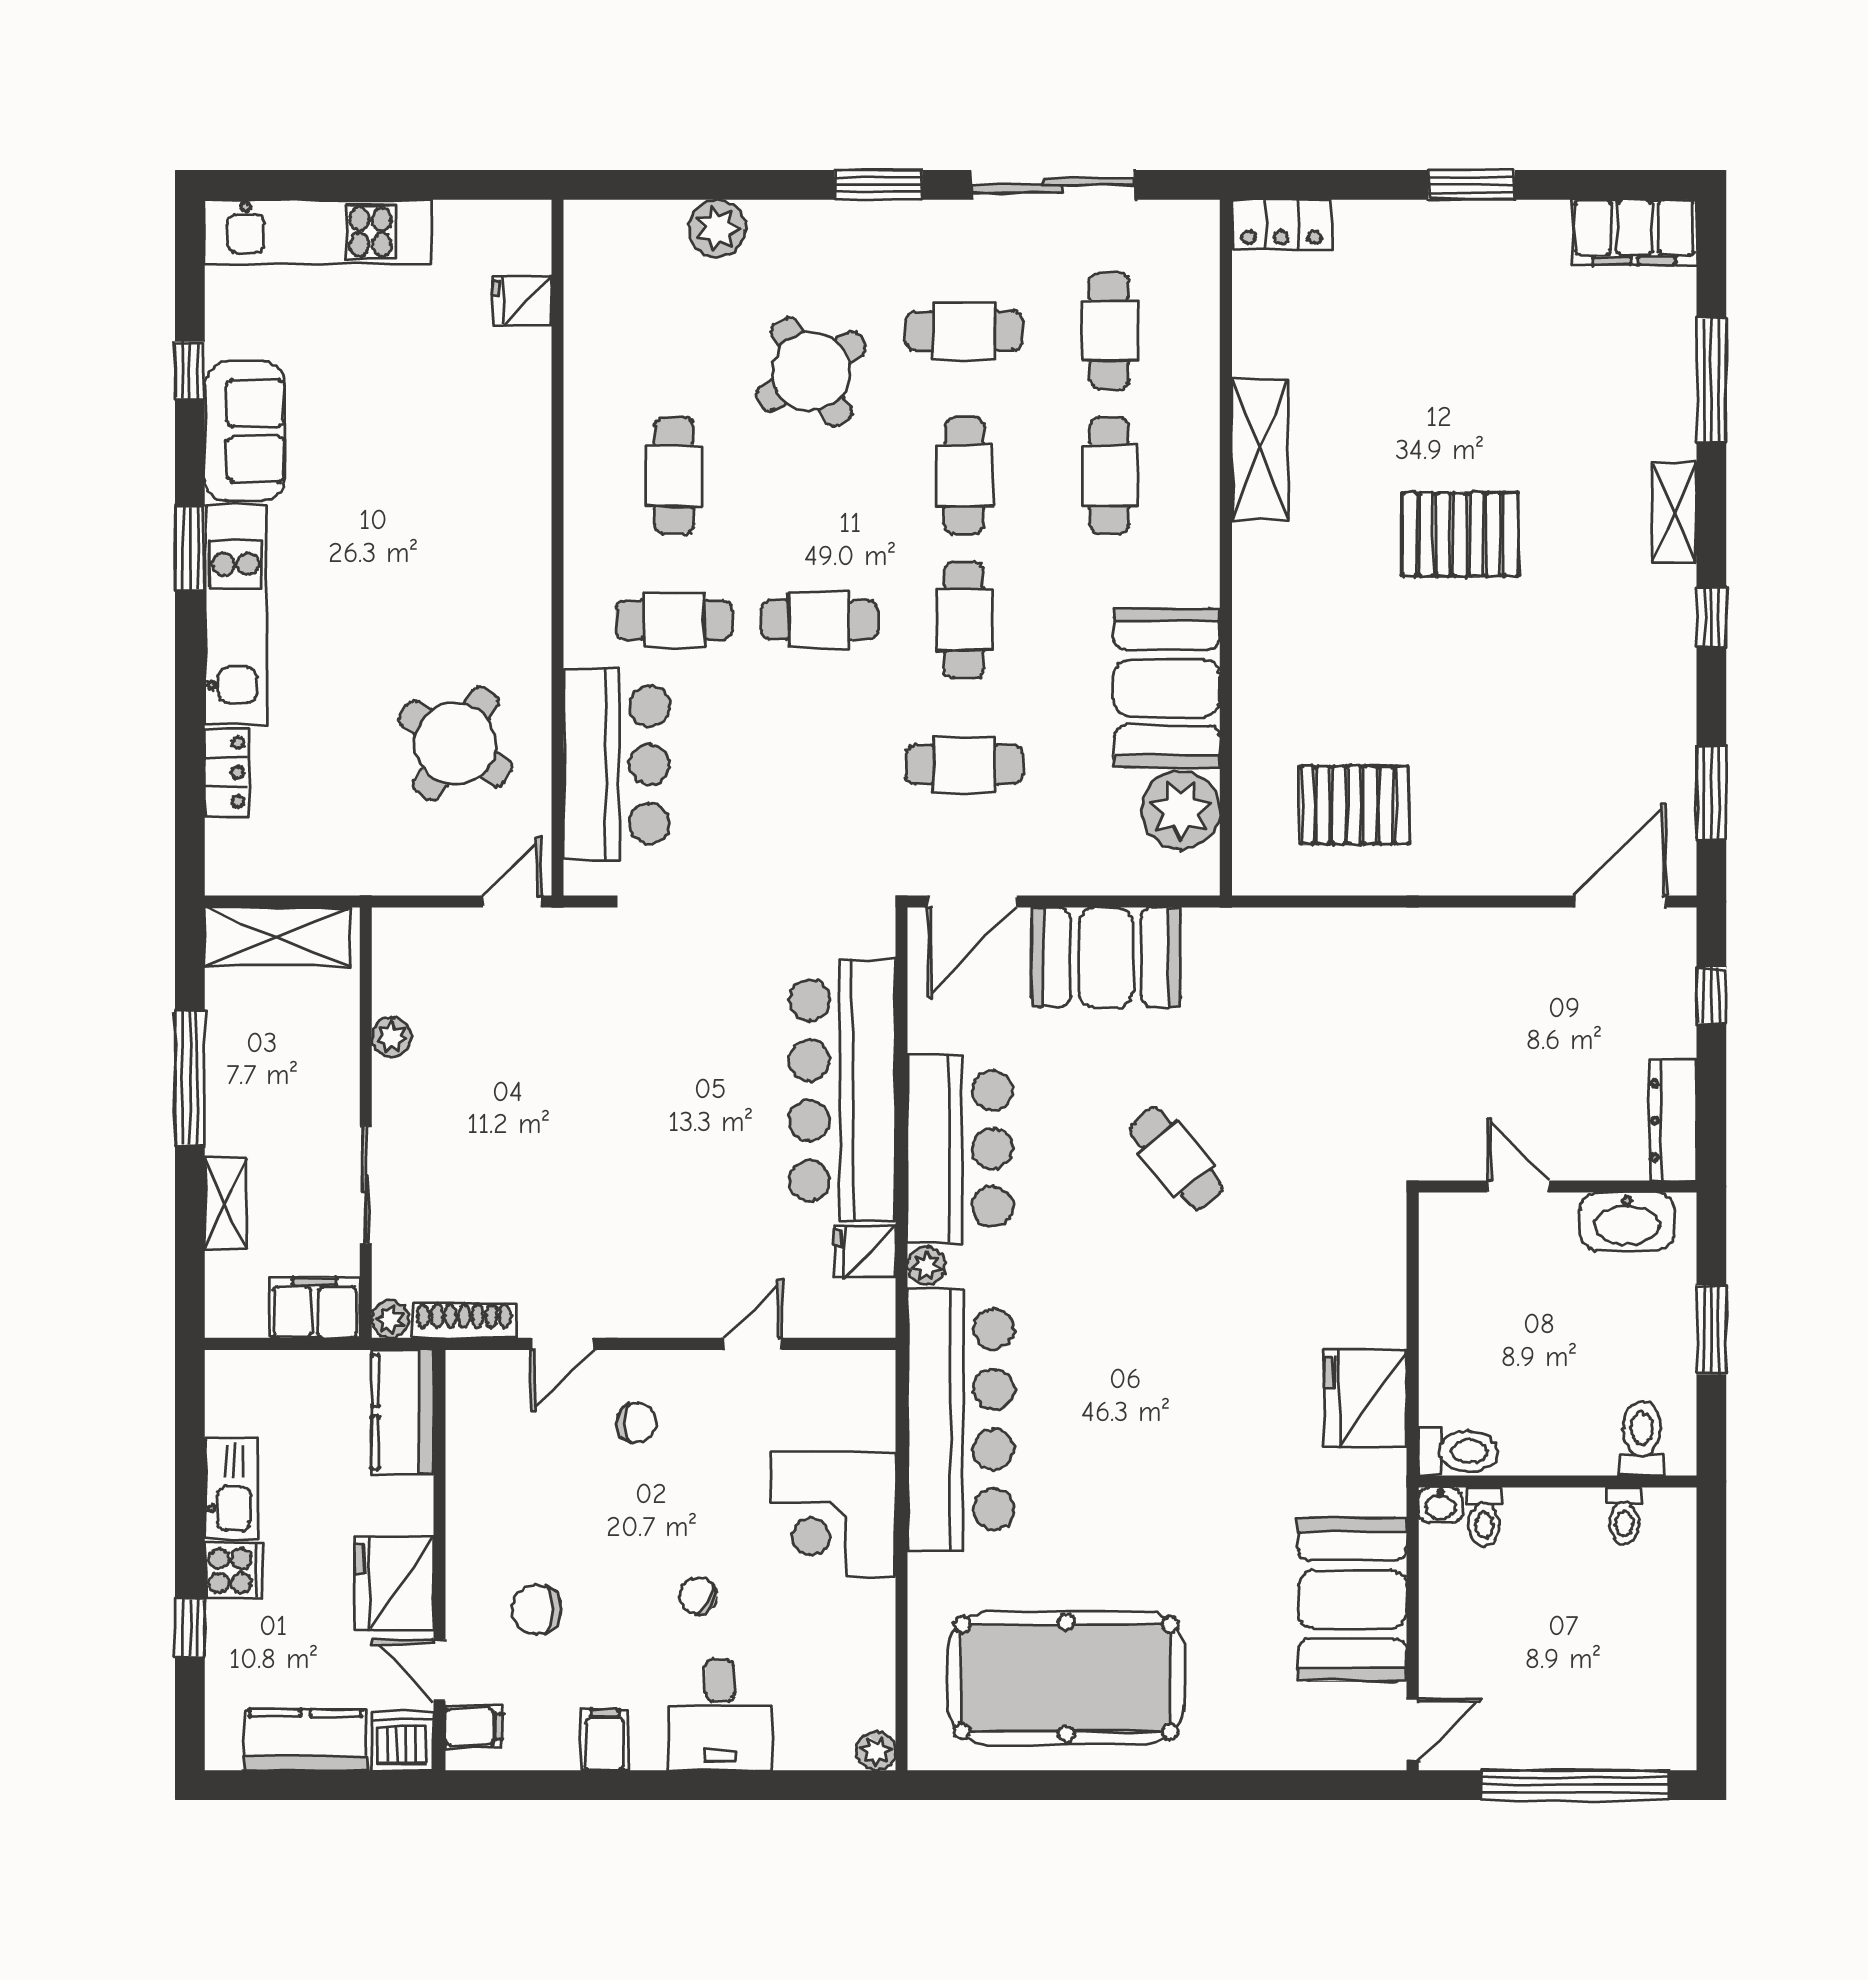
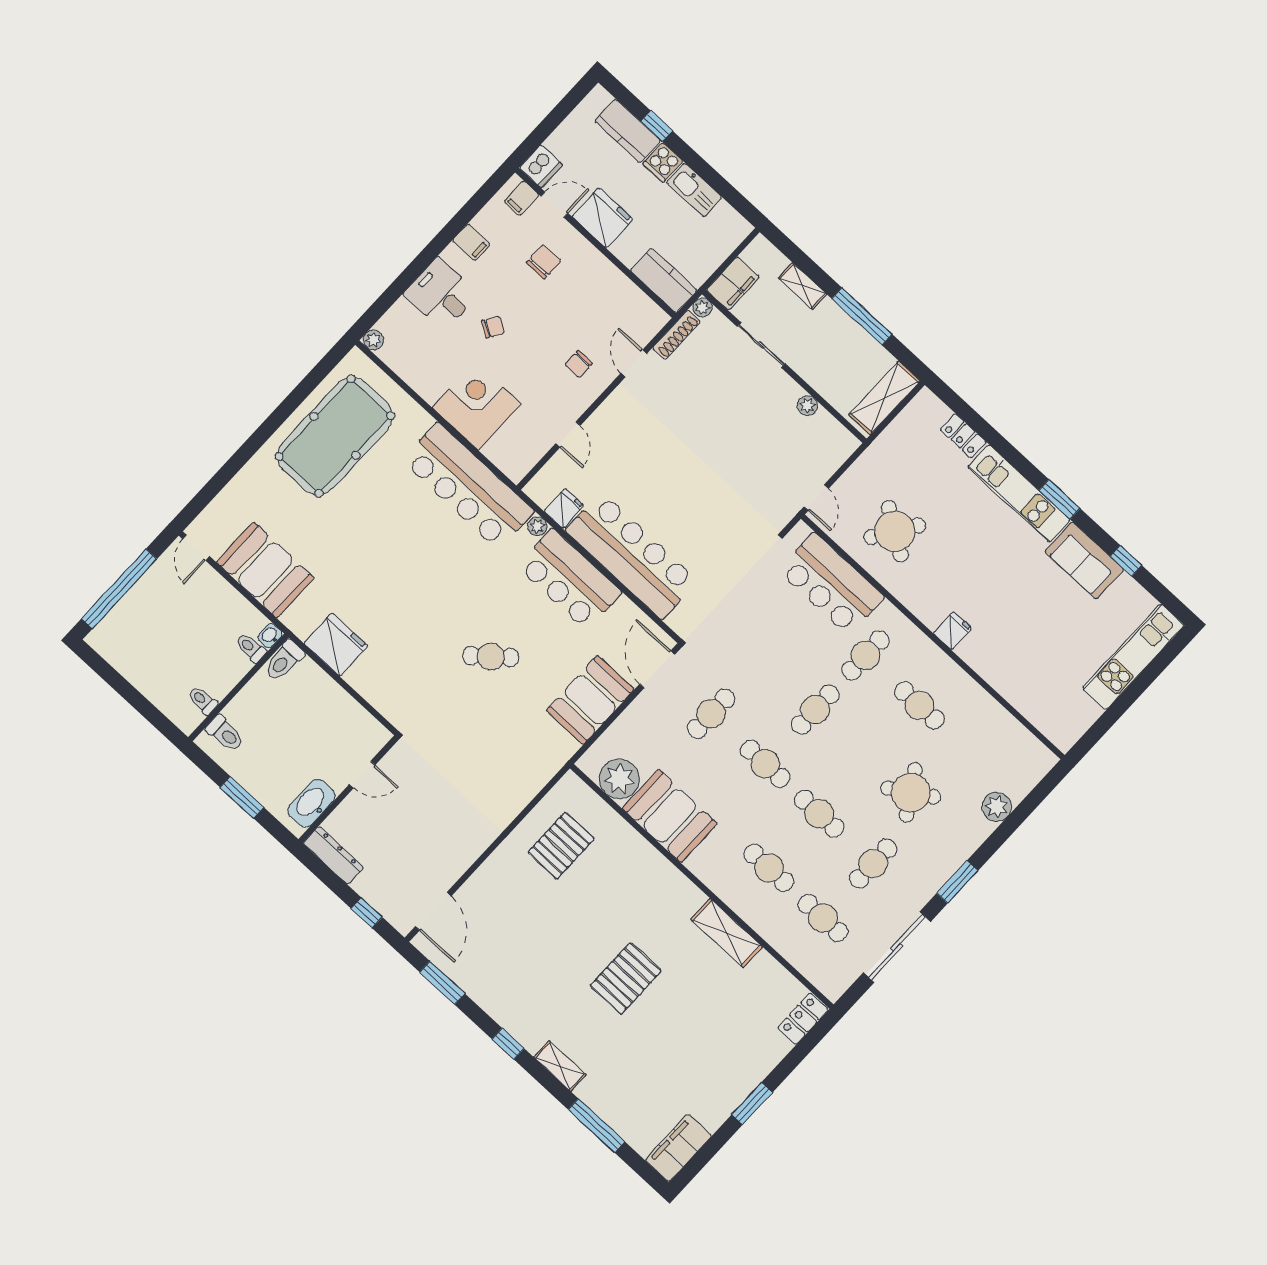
fridge: (522, 301) -> (952, 630), moved
kitchen counter: (305, 1740) -> (628, 131), moved, turned 90

